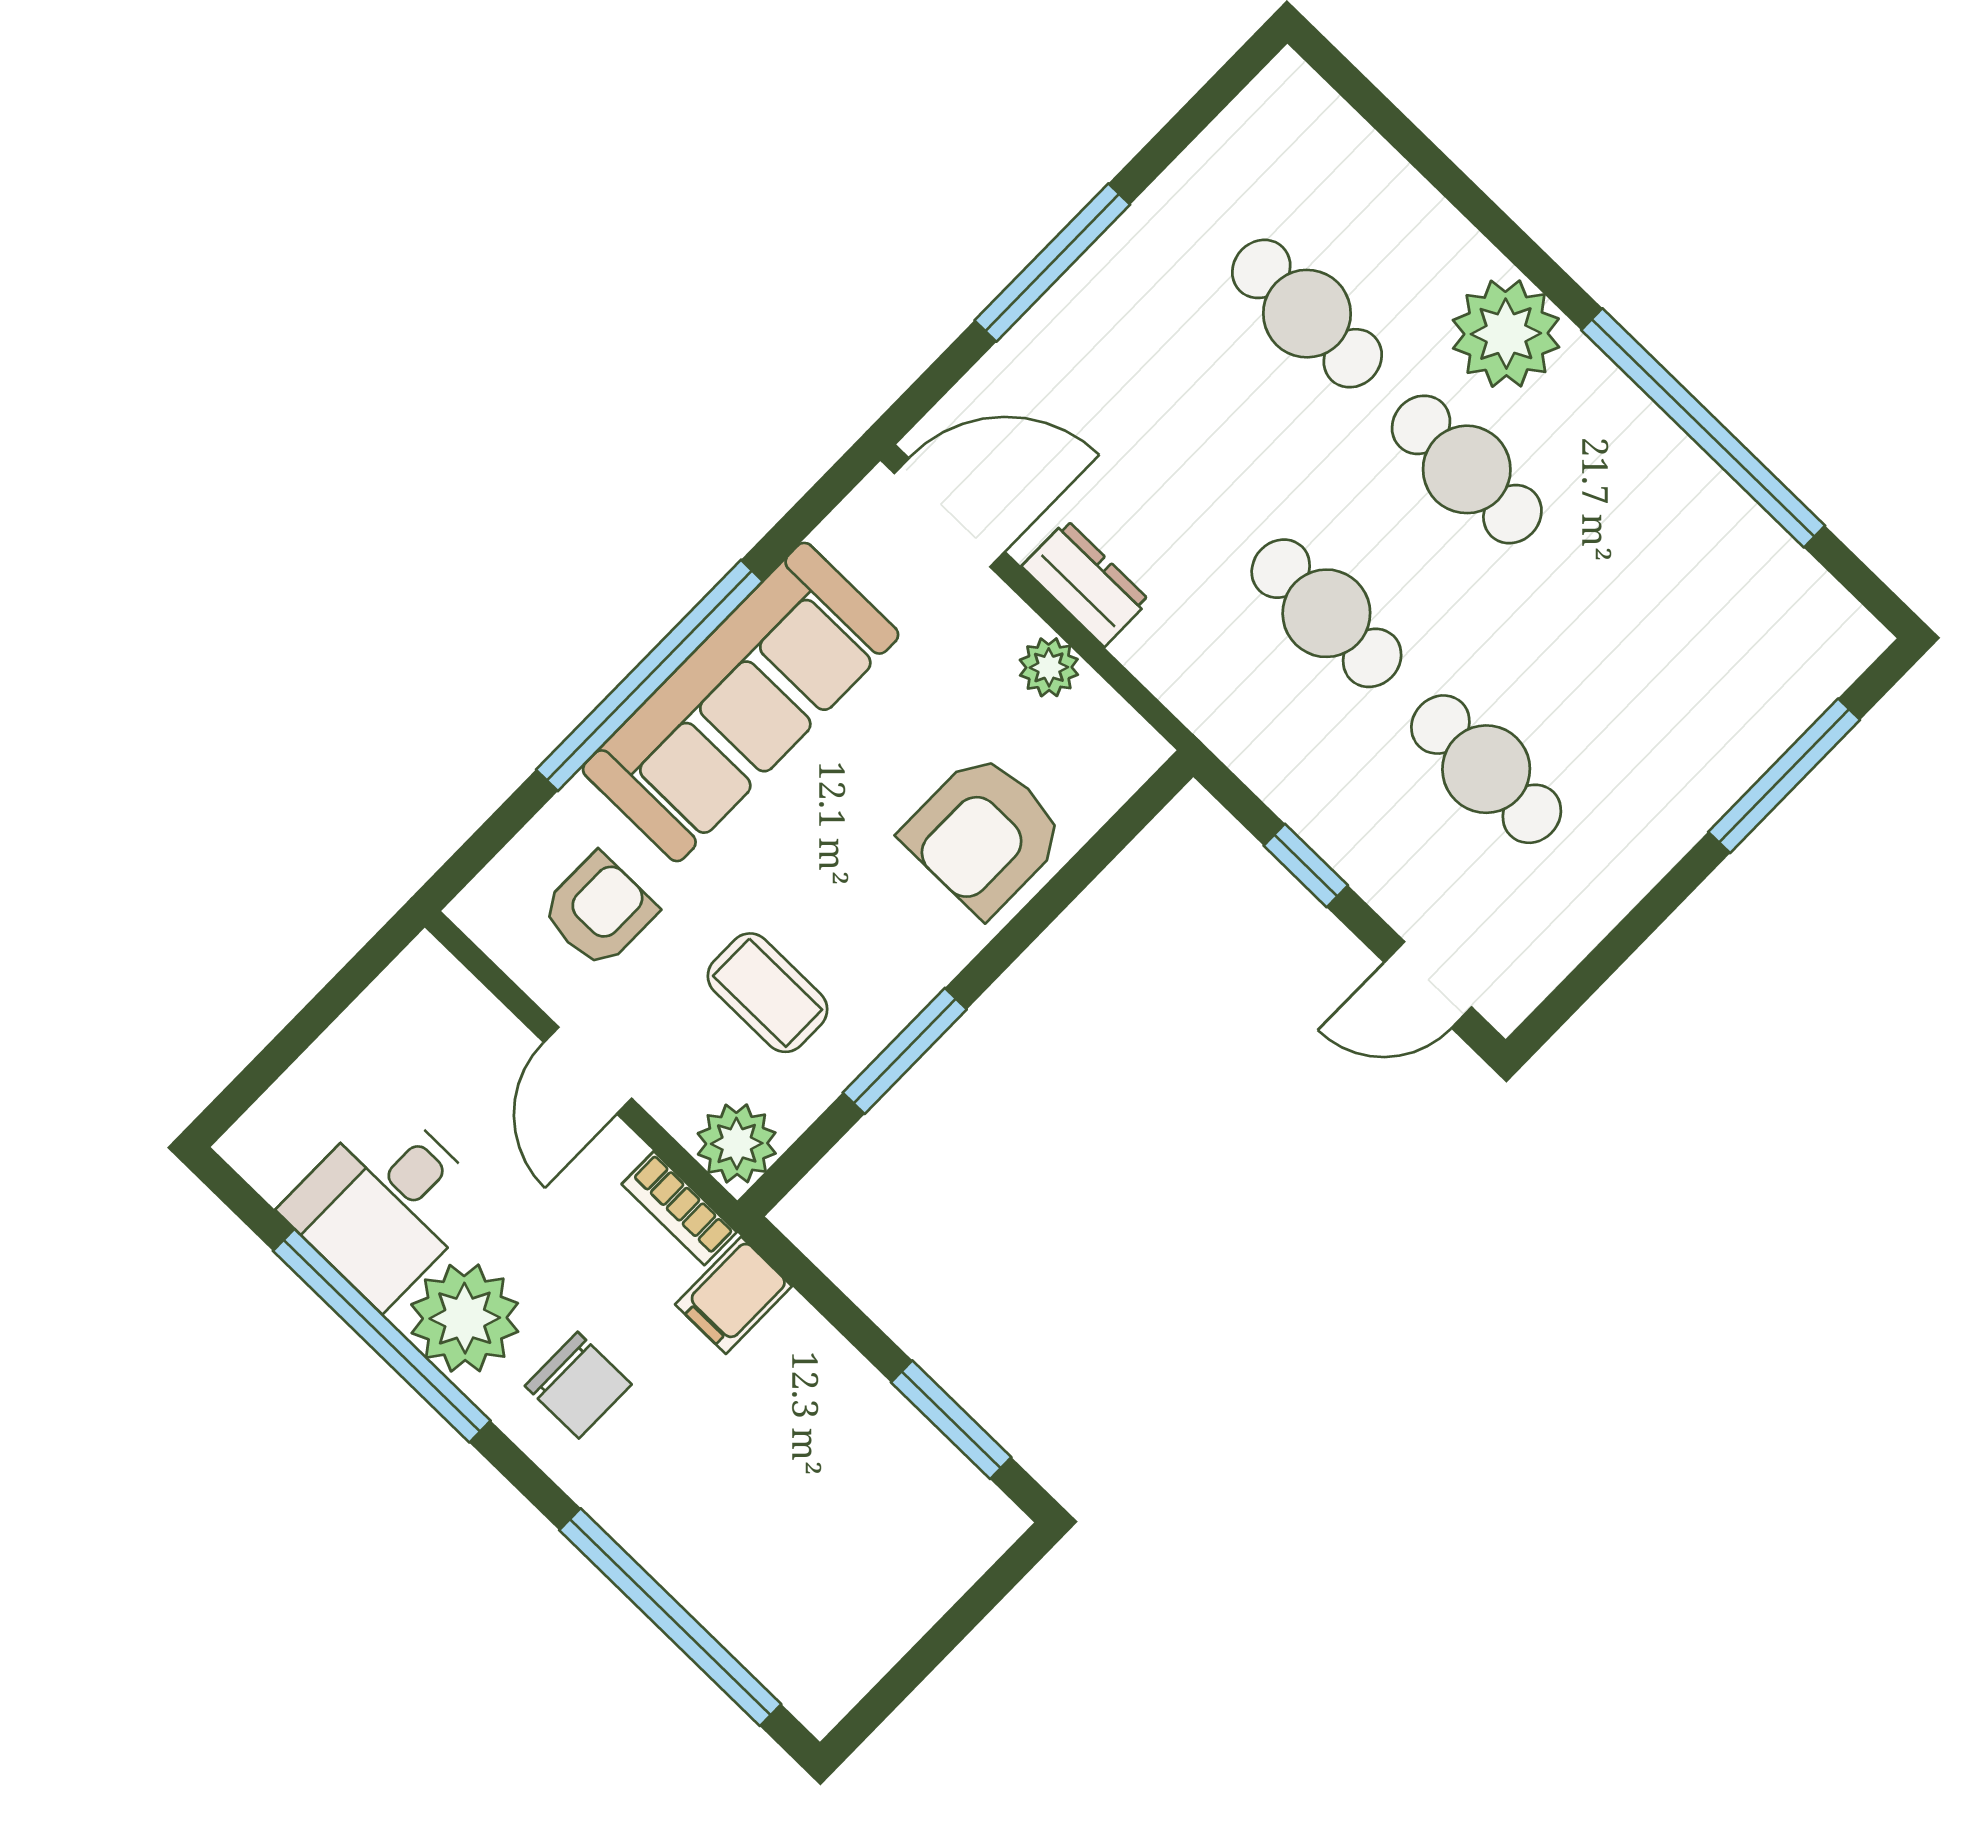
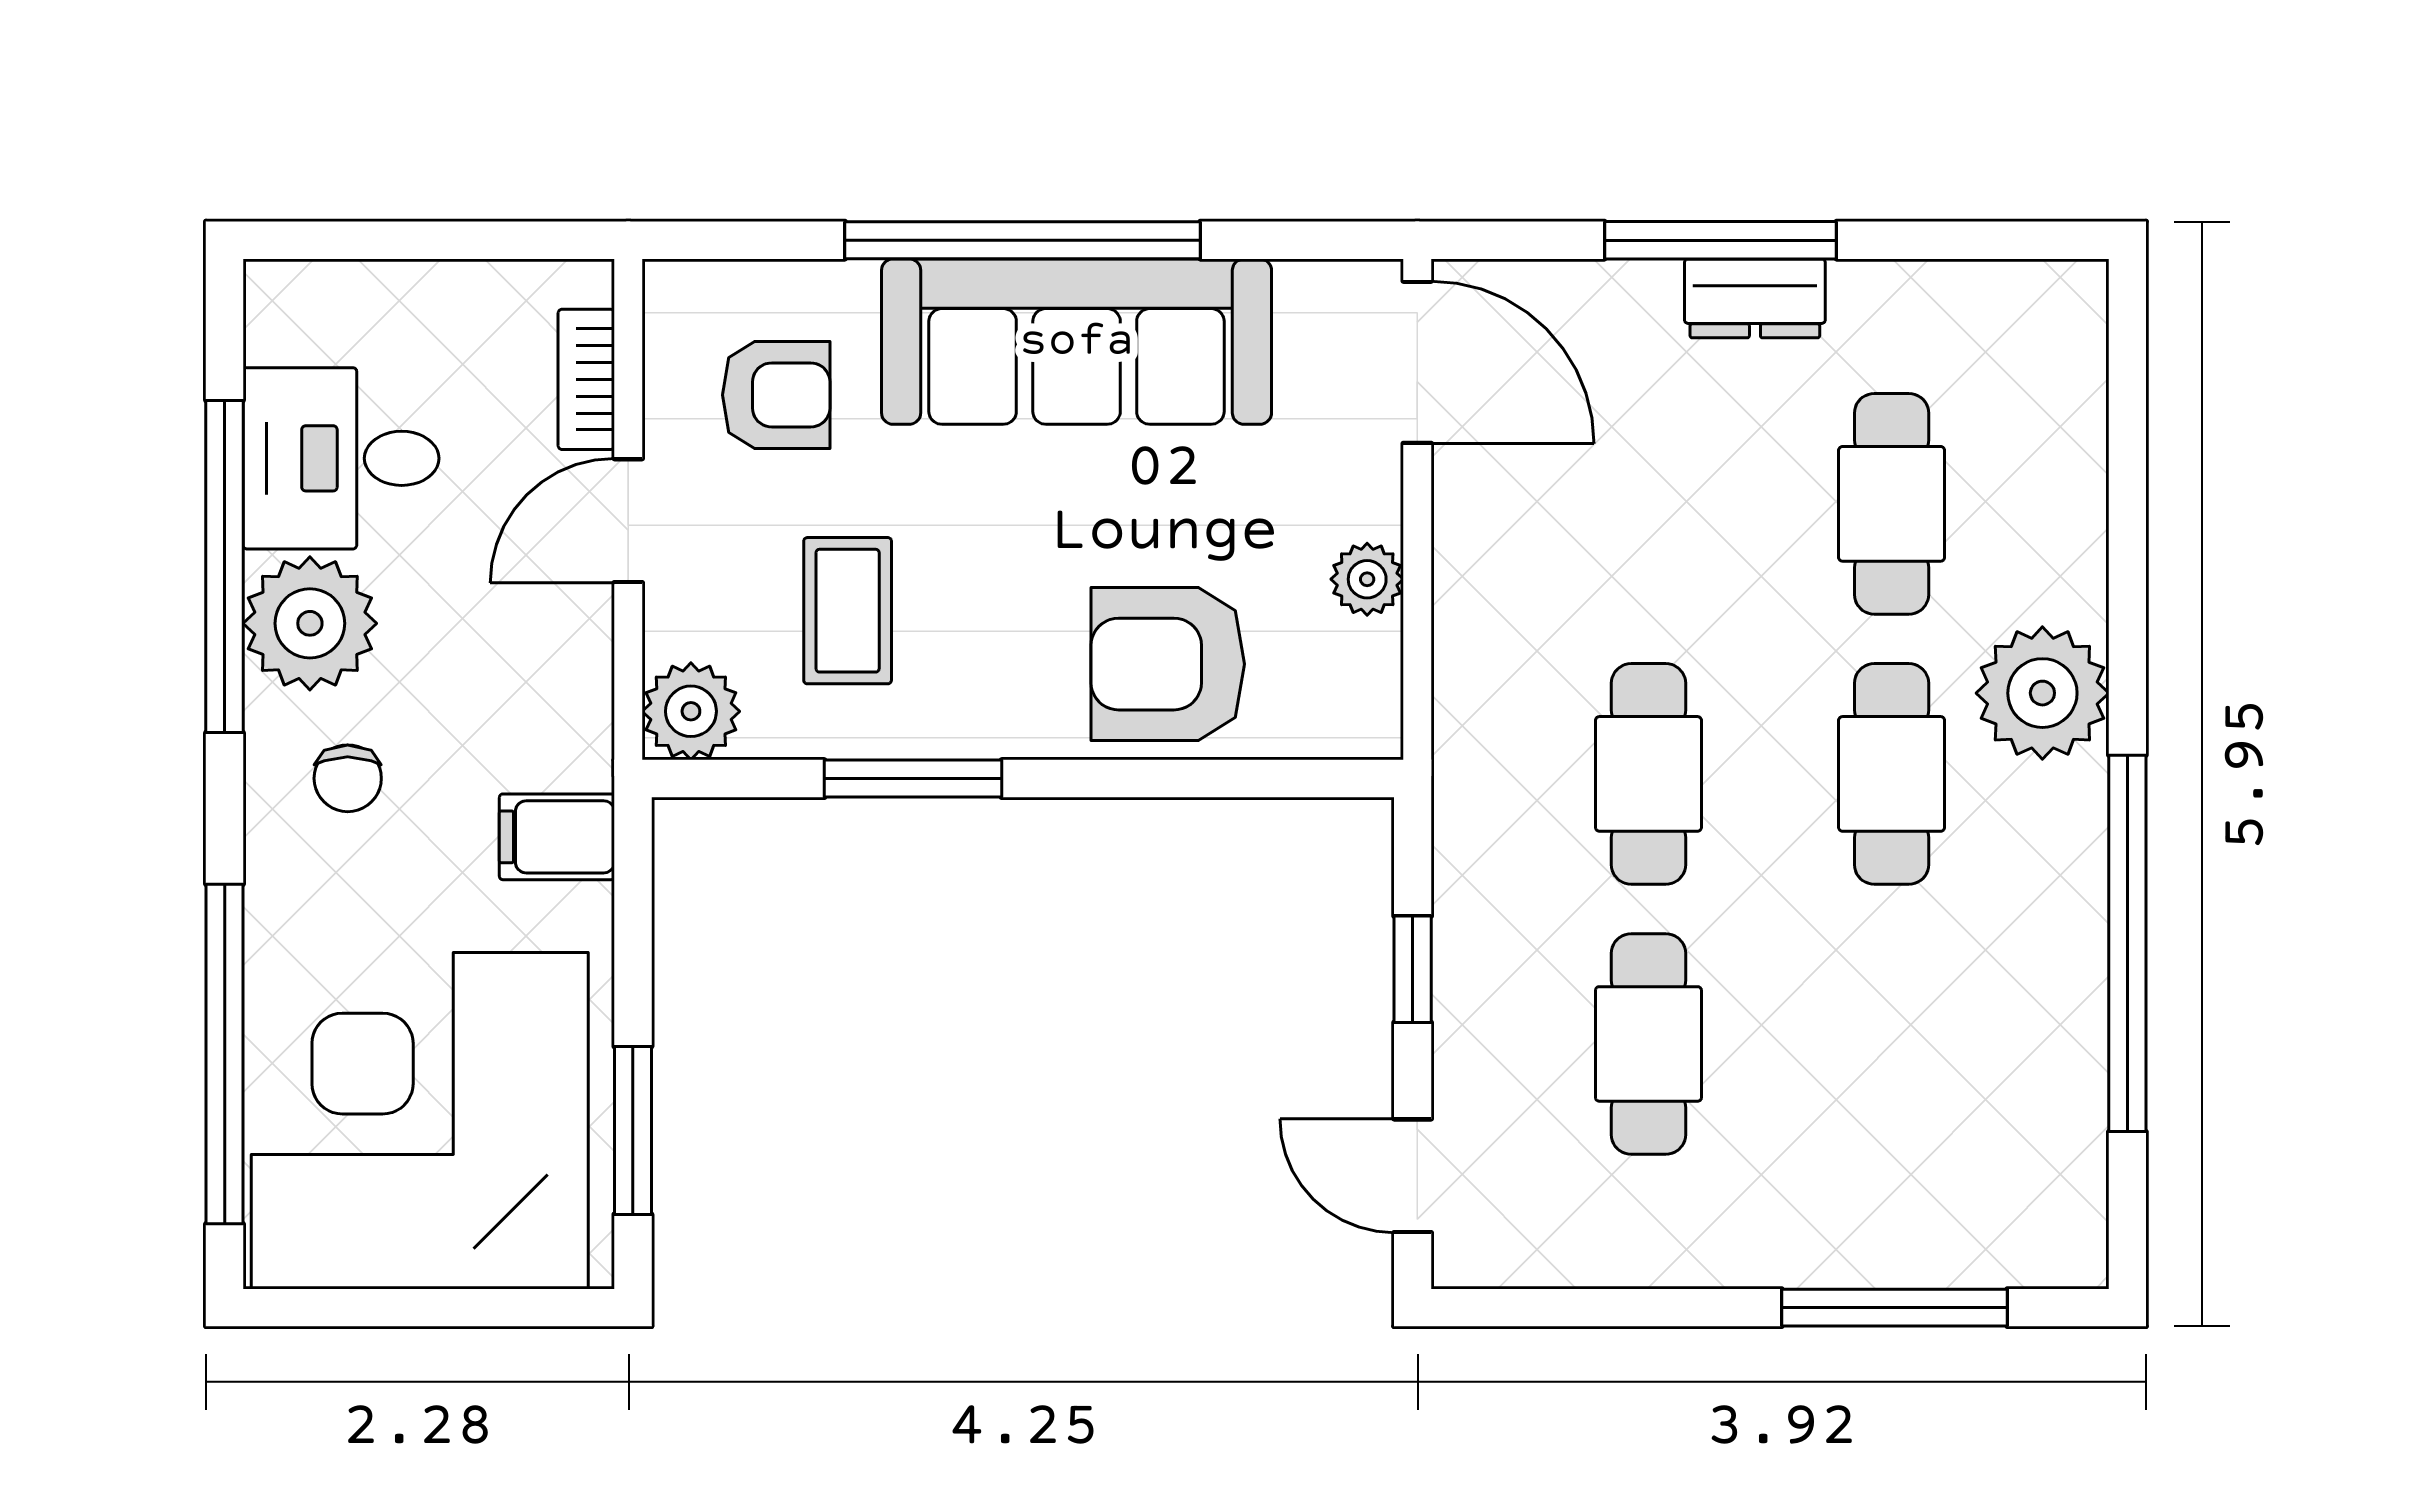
dresser: (1086, 583) -> (1755, 298), moved, turned 90
bookcase: (679, 1208) -> (586, 379), moved
chair: (578, 1385) -> (348, 778), width x0.73, depth x0.73
corner desk: (822, 1540) -> (420, 1121), added

